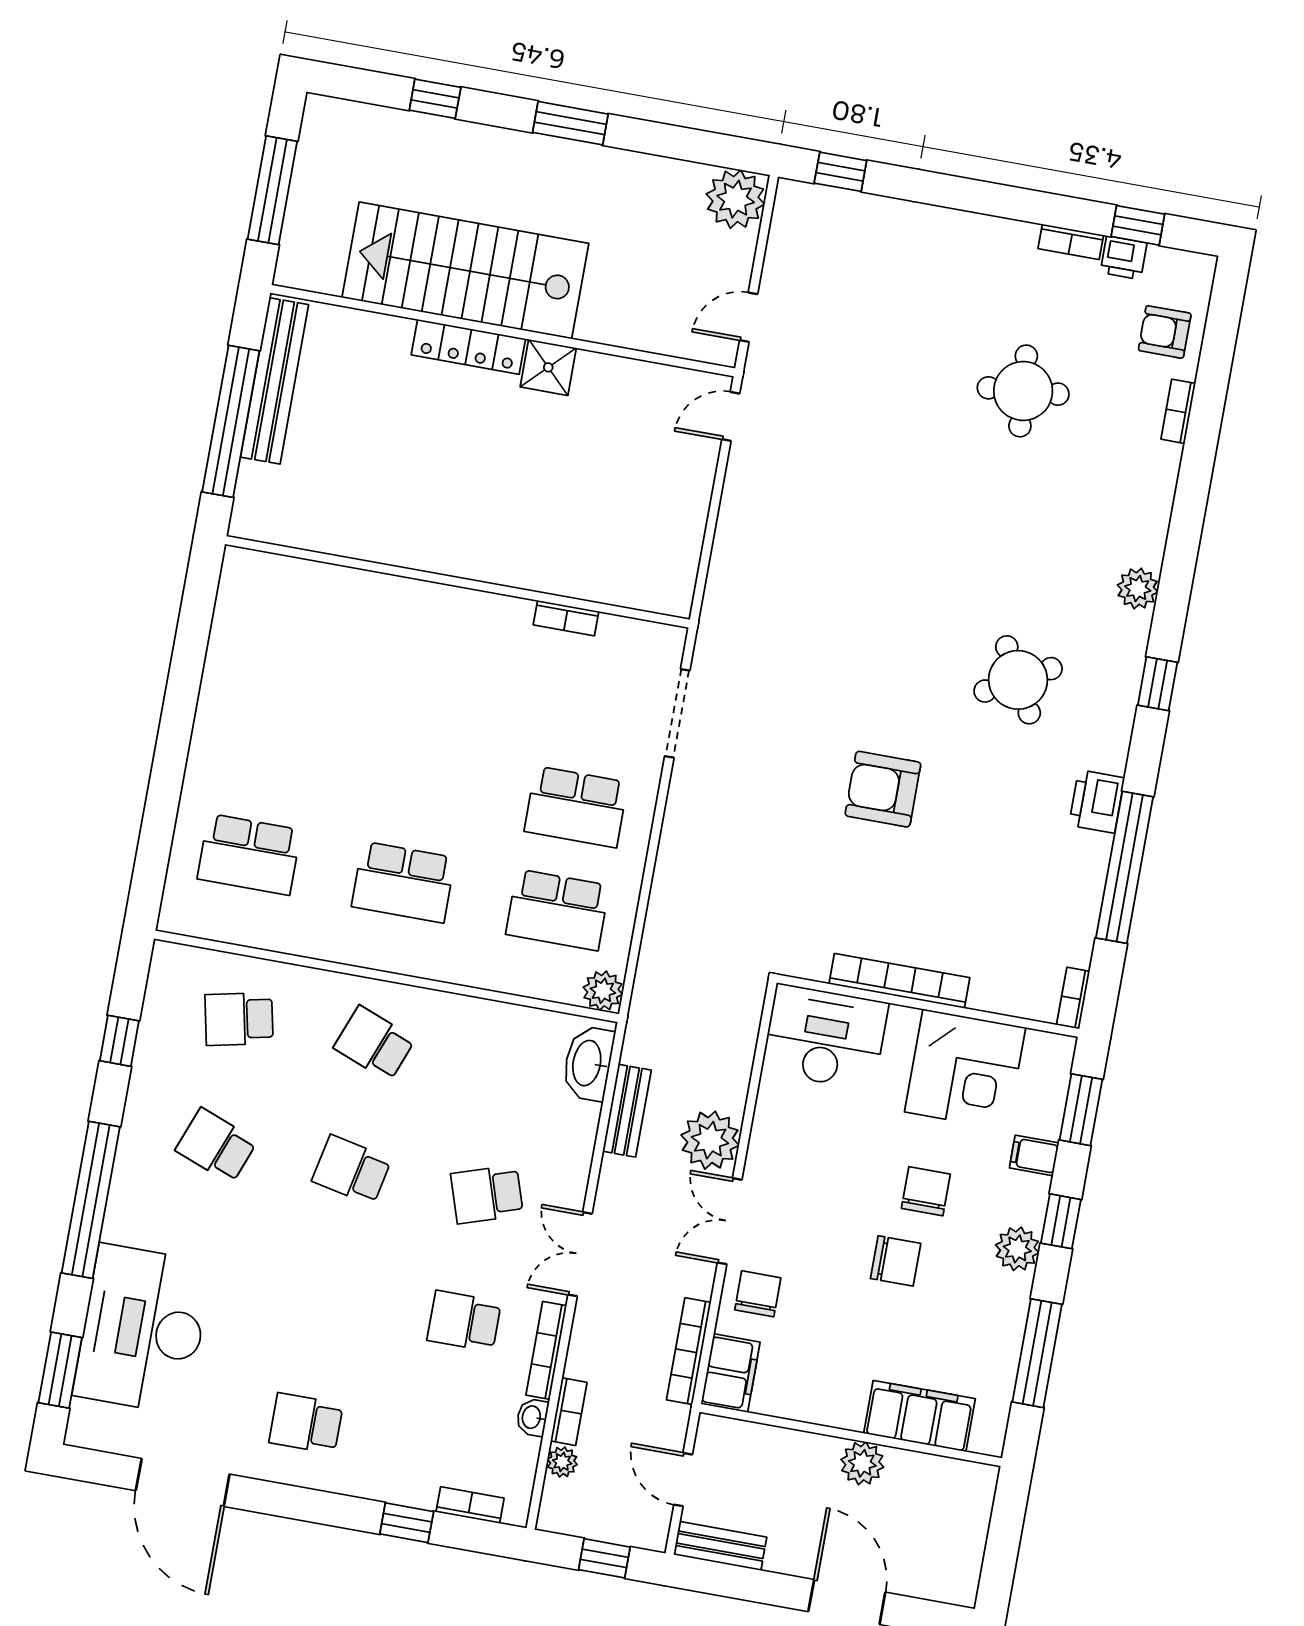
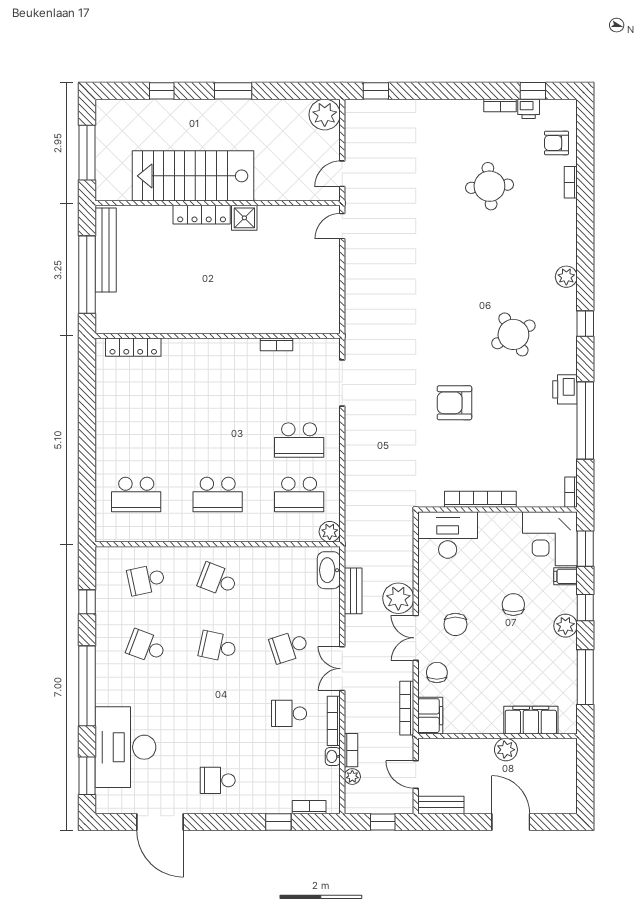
locker: (294, 574) -> (133, 347), added
corner desk: (965, 1070) -> (550, 539), moved, turned 90
chair: (896, 1261) -> (455, 624), moved, turned 90

